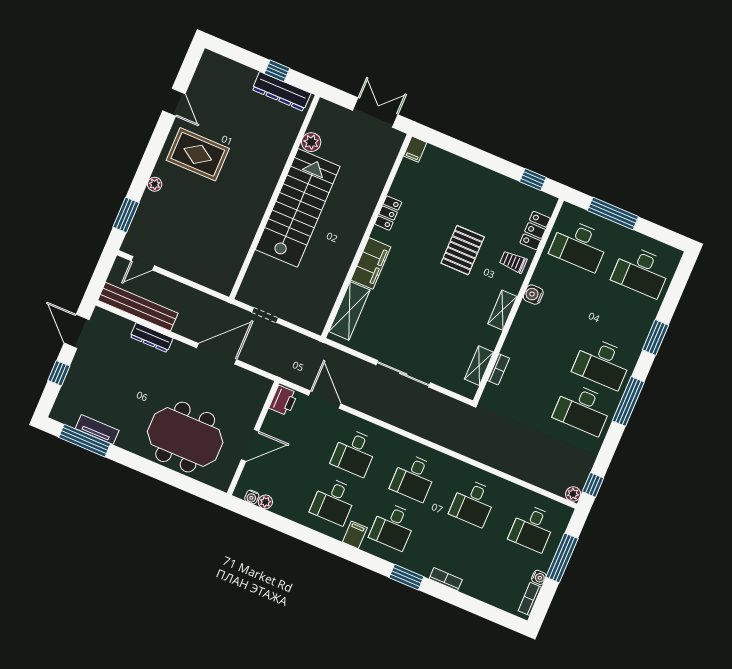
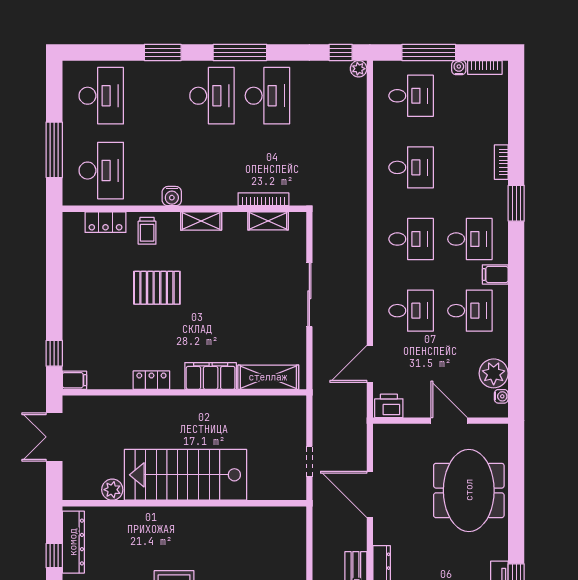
window: (533, 179) -> (54, 353), moved
bookcase: (498, 369) -> (263, 199), width x1.56
plant: (265, 502) -> (494, 373), width x1.88, depth x1.88

